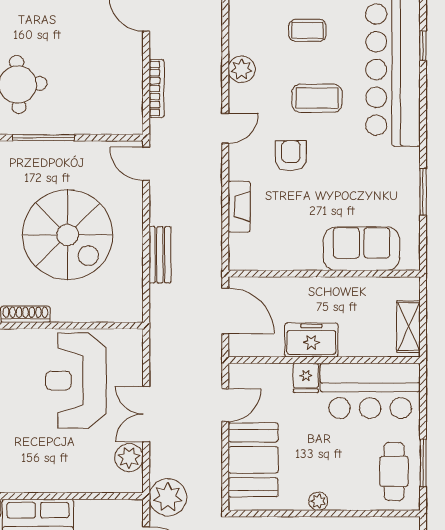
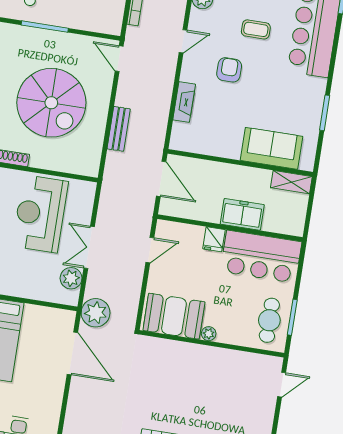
coffee table: (317, 98) -> (256, 29), width x0.73, depth x0.77
shelving: (408, 327) -> (291, 182), moved, turned 90
freezer: (311, 340) -> (242, 214), moved
booth: (253, 460) -> (174, 316), moved, turned 90

